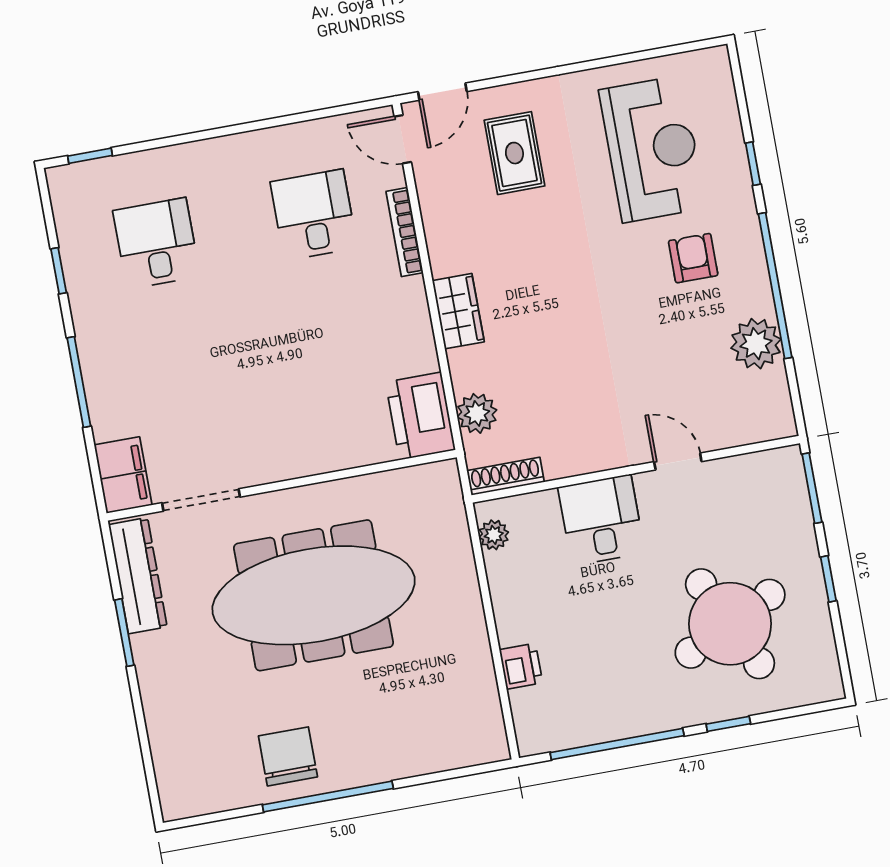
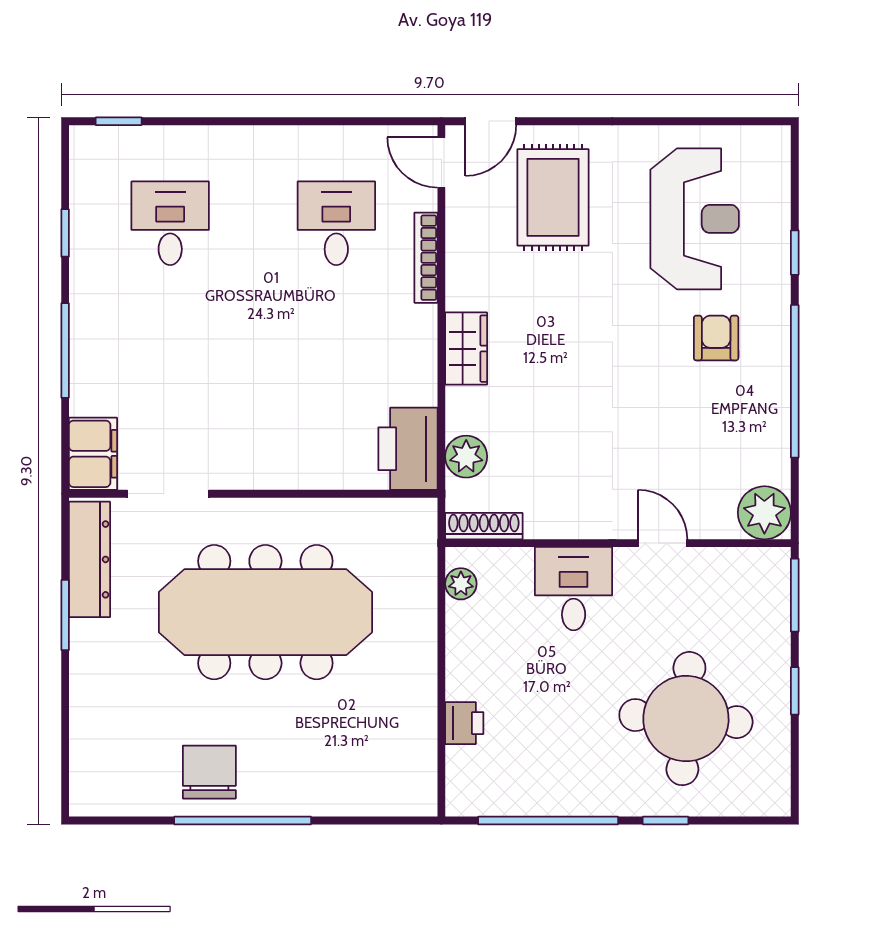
rug: (514, 153) -> (553, 197), width x1.36, depth x1.43
plant: (756, 344) -> (764, 513), moved
round table: (730, 624) -> (686, 719), turned 30

